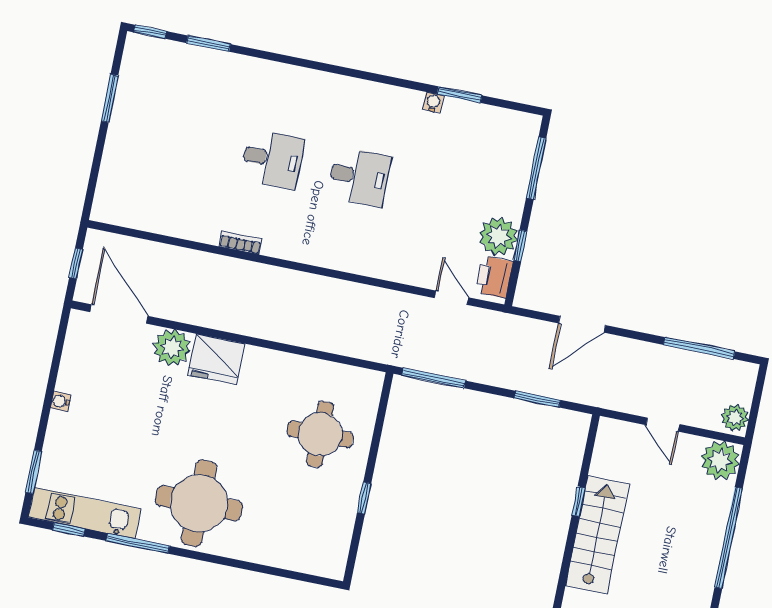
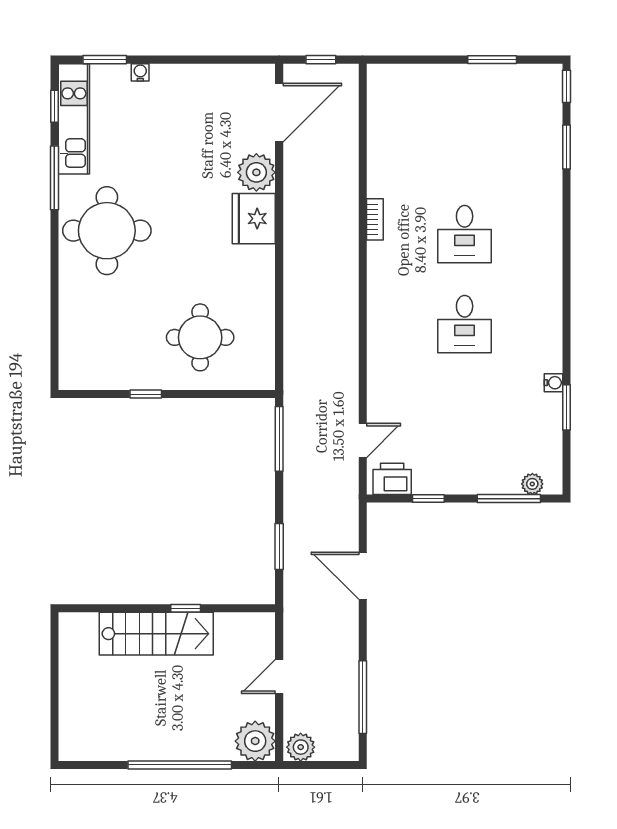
plant: (498, 236) -> (532, 484), moved, width x0.53, depth x0.53
water cooler: (61, 401) -> (140, 72), moved

